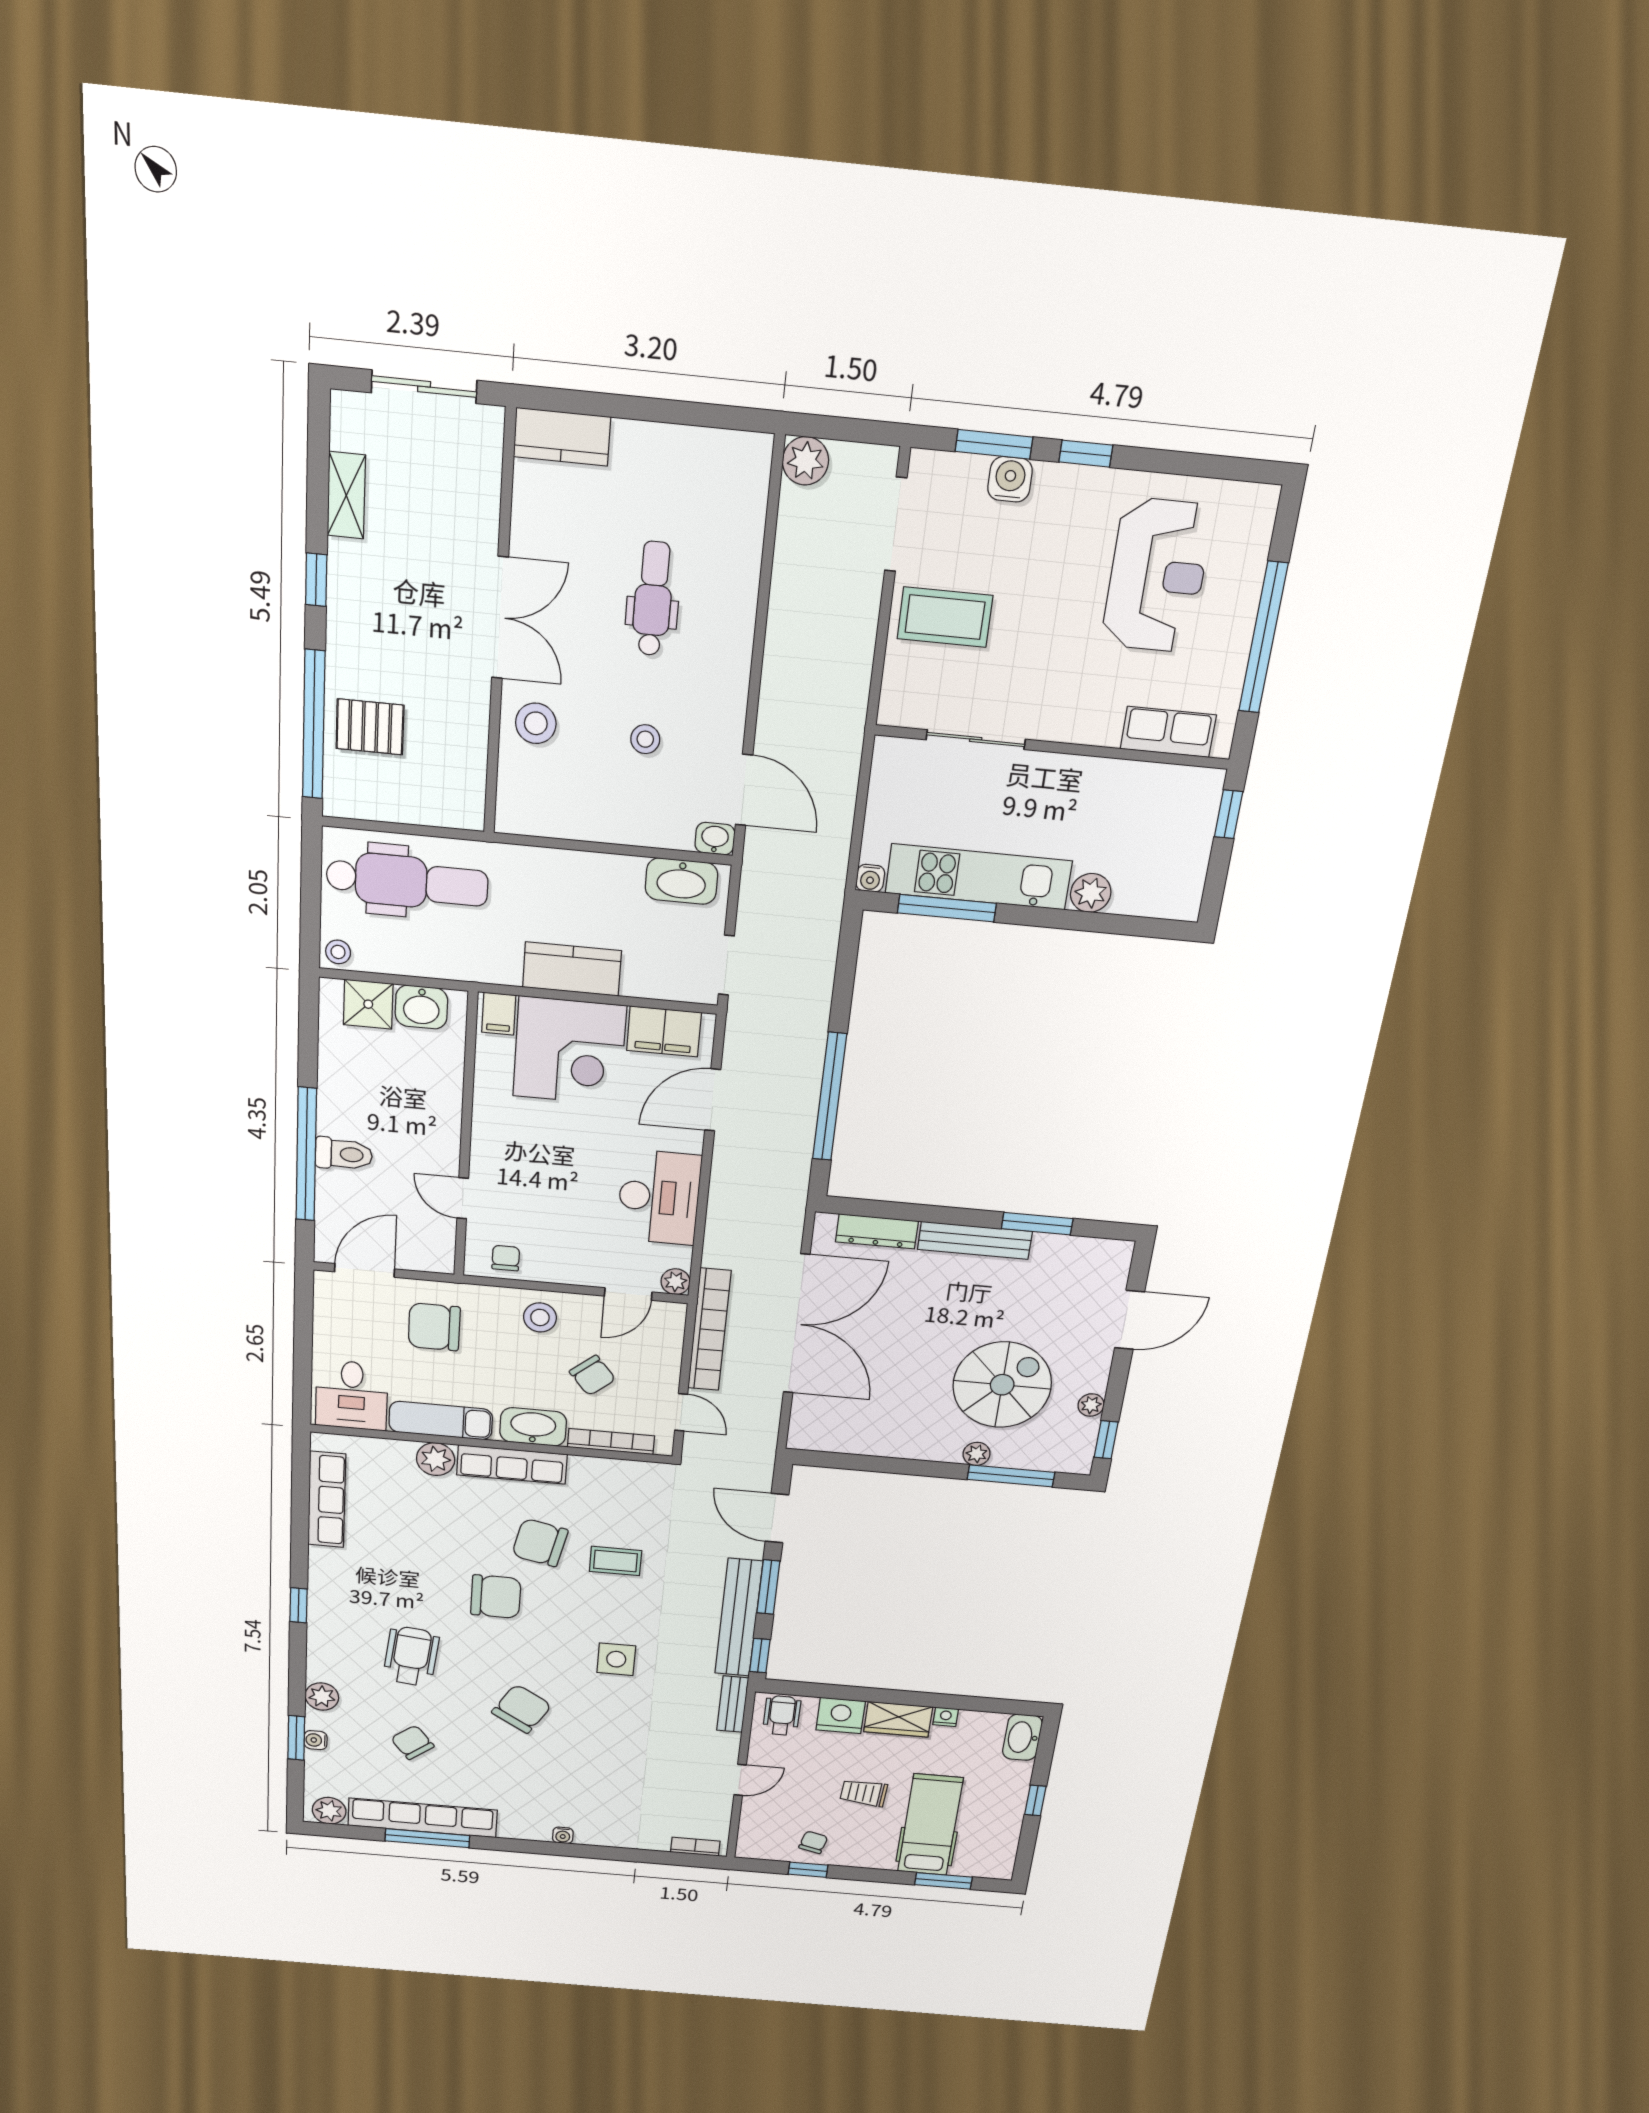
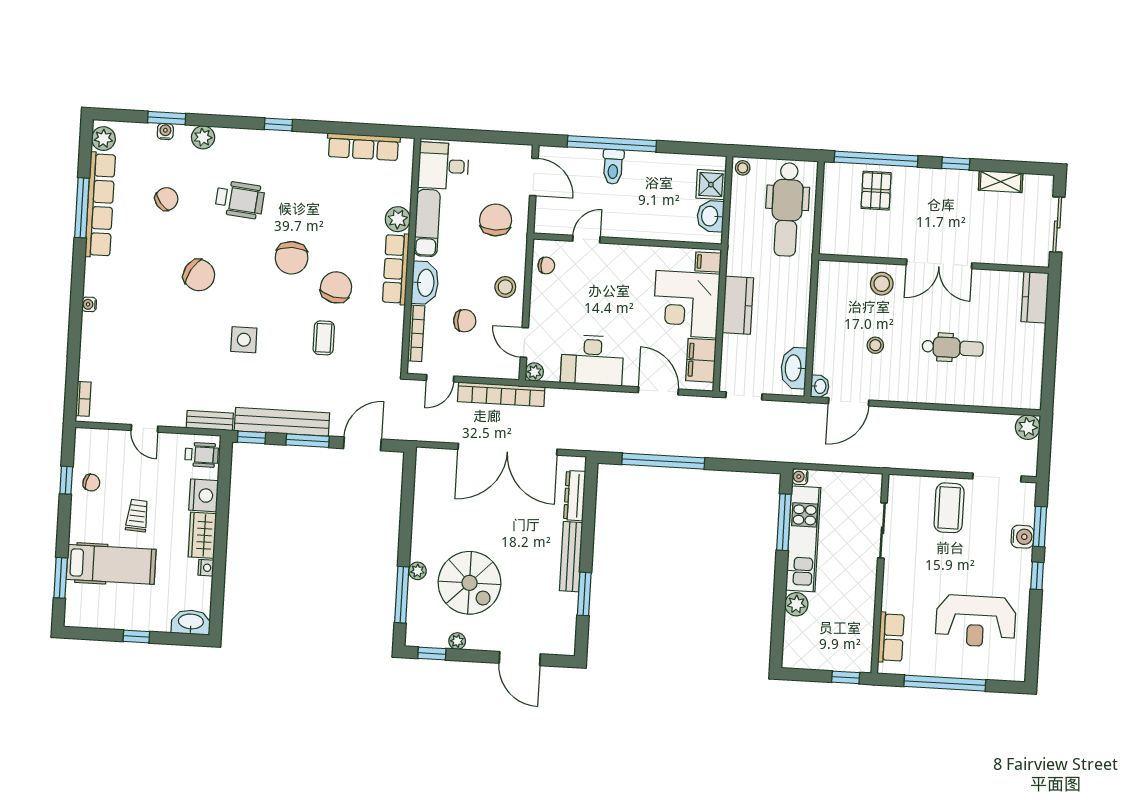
chair: (592, 1375) -> (465, 321), turned -140

